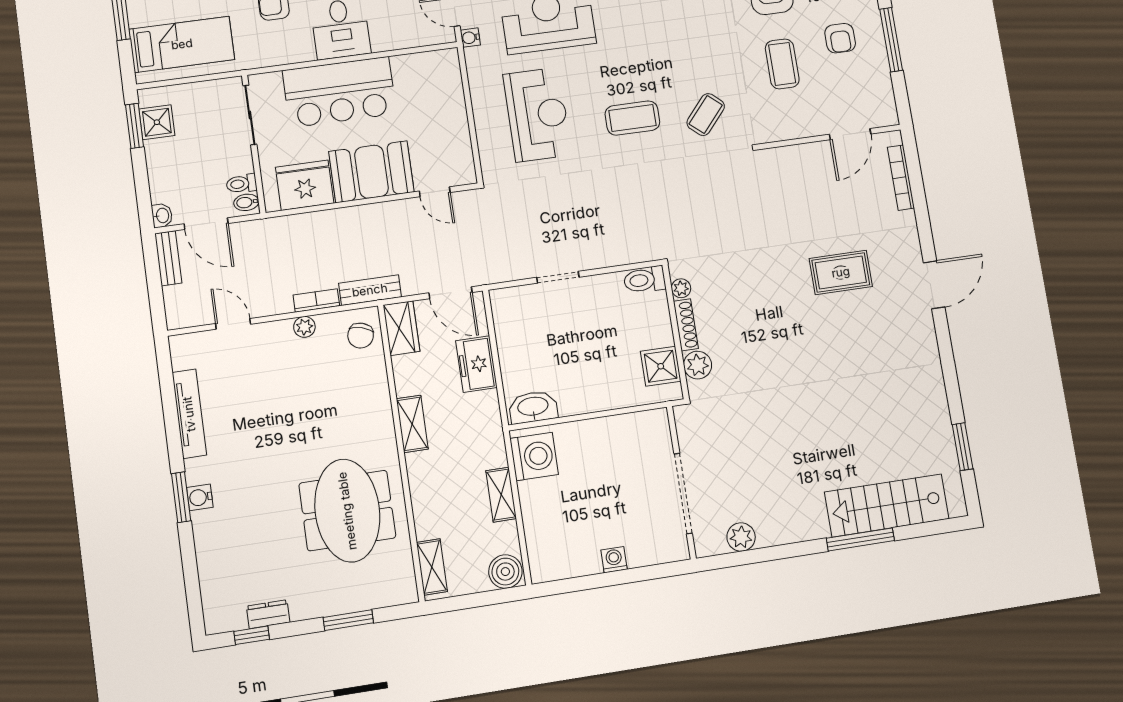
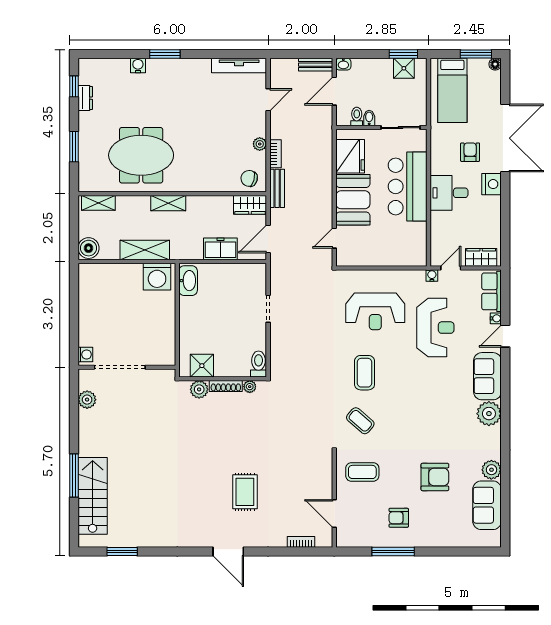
coffee table: (782, 64) -> (362, 472), moved
bookcase: (901, 178) -> (301, 542), width x0.64
bidet: (246, 202) -> (369, 118), moved
tv unit: (189, 414) -> (239, 66), moved
shelving: (412, 424) -> (168, 203), moved
shelving: (501, 495) -> (145, 250), width x1.50, depth x1.33
water cooler: (200, 497) -> (138, 65), moved
washing machine: (614, 560) -> (85, 354), moved

